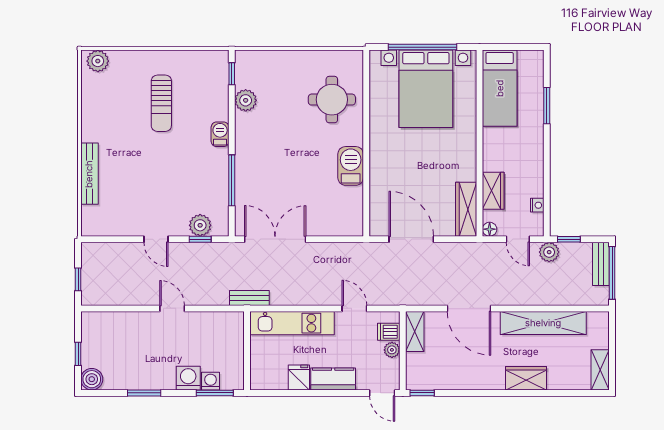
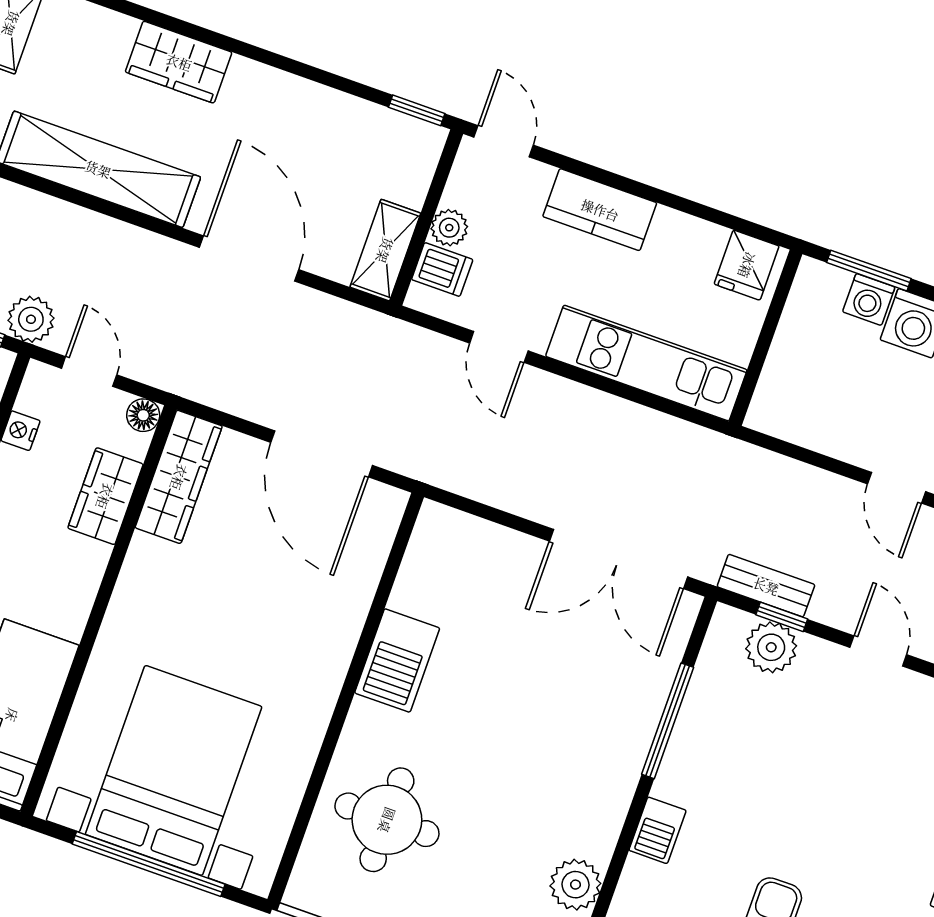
bench: (249, 298) -> (766, 586), moved
fridge: (299, 378) -> (747, 265), moved

